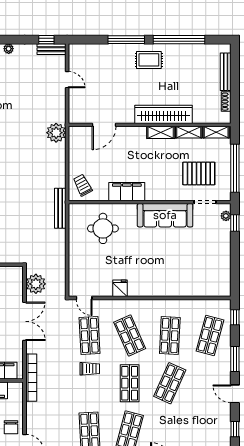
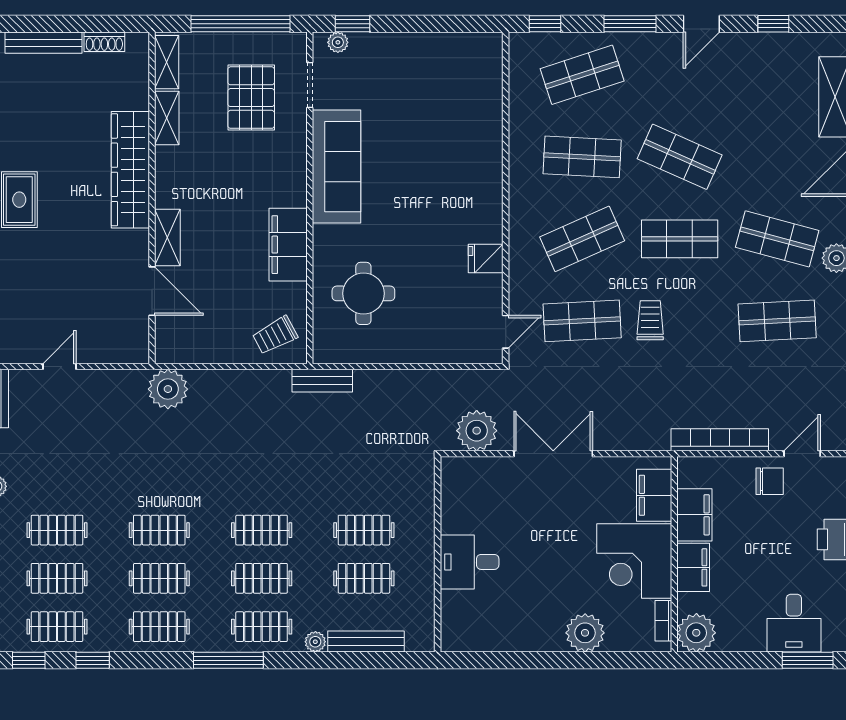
shelving: (161, 132) -> (167, 238), moved
bench: (60, 208) -> (322, 381), width x0.73
shop shelf: (210, 335) -> (582, 75), turned -33
bookcase: (31, 378) -> (720, 440), moved

